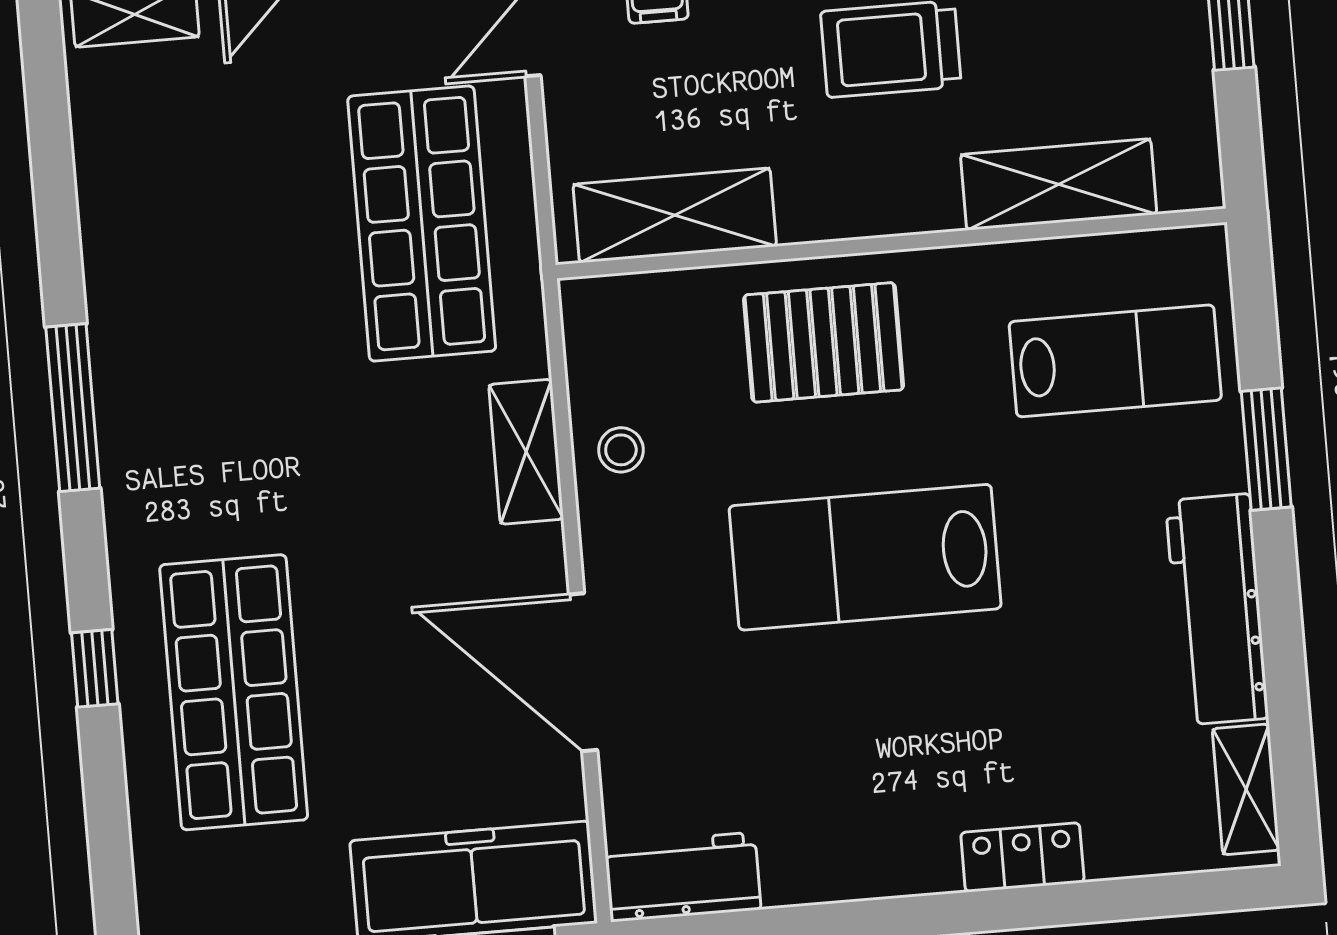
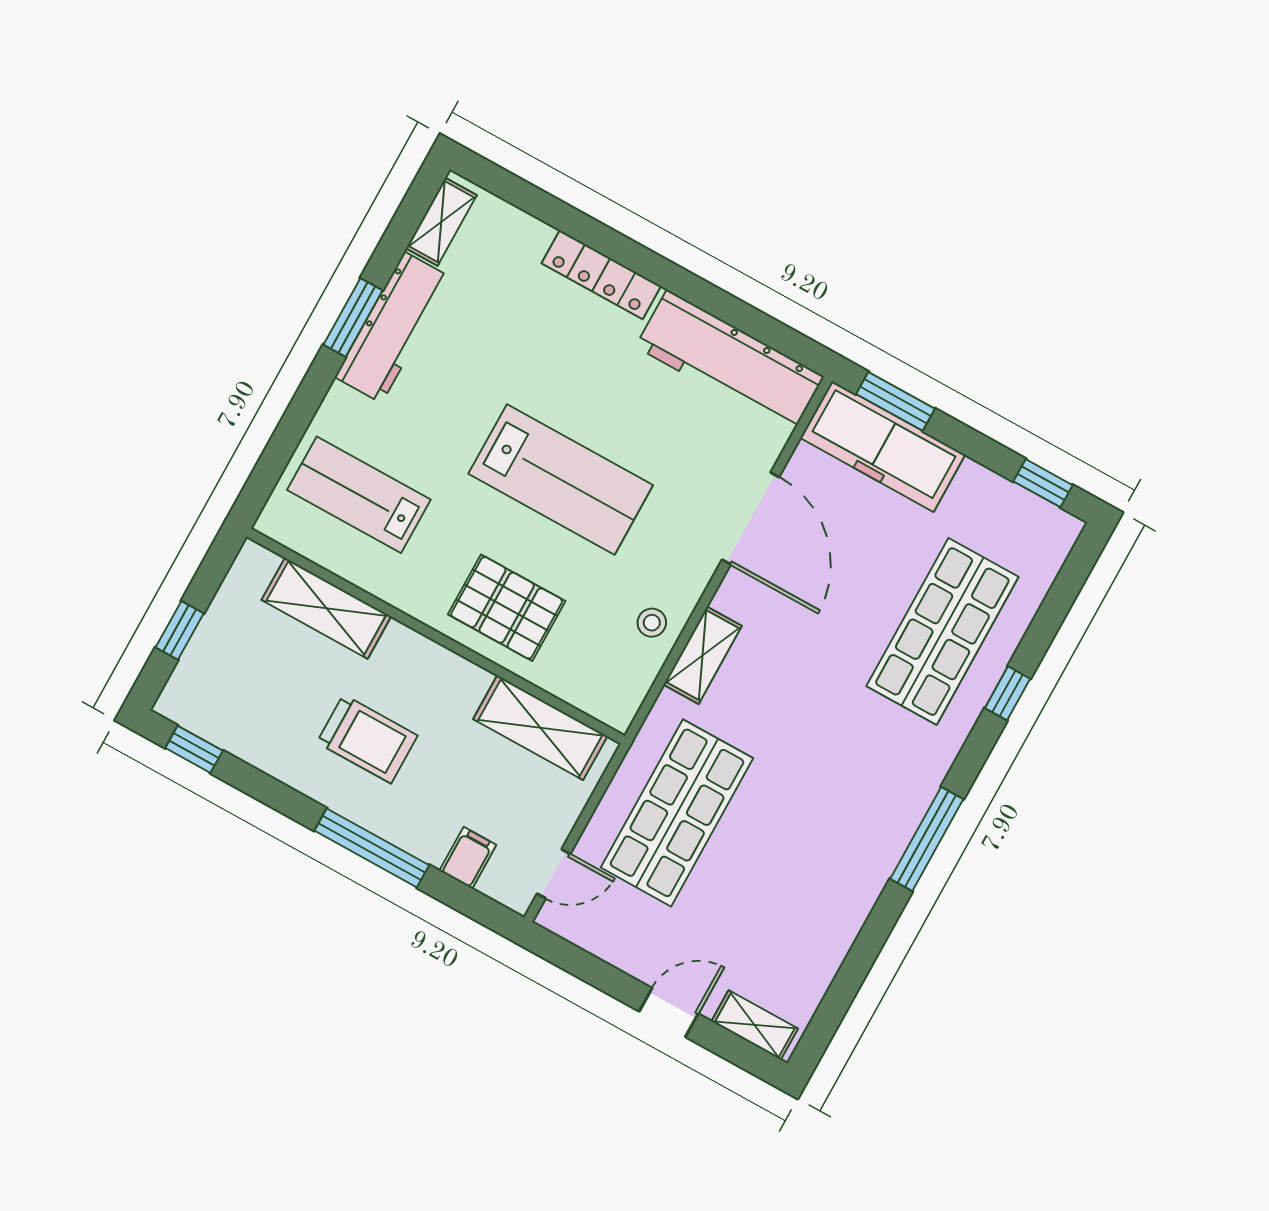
window: (1266, 449) -> (353, 318), moved
locker: (1022, 857) -> (601, 275), width x1.53
workbench: (683, 877) -> (730, 362), width x1.88, depth x1.32

